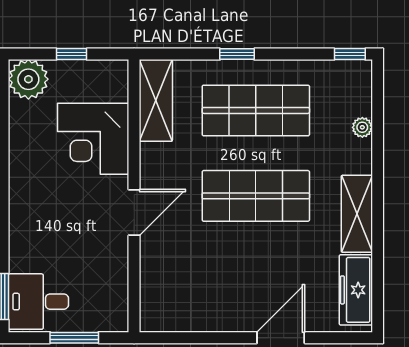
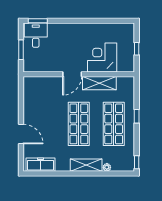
plant: (28, 79) -> (126, 31), removed
shelving: (156, 100) -> (99, 83), moved
door: (134, 212) -> (72, 74), hinge flipped
shelving: (357, 214) -> (86, 165), moved

